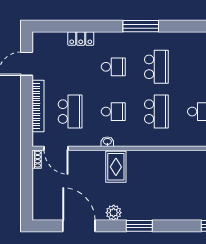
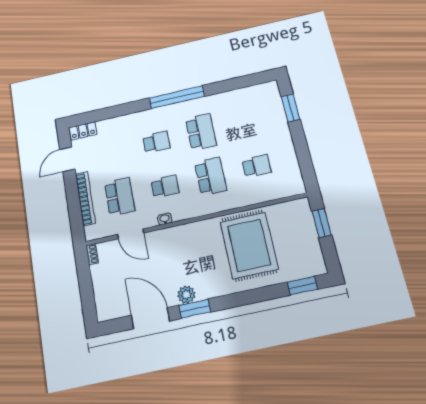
window: (141, 26) -> (177, 97), width x1.46
locker: (81, 39) -> (83, 131), moved
door: (56, 148) -> (131, 234), moved
rug: (116, 167) -> (249, 245), moved, width x1.86, depth x2.06
window: (139, 226) -> (195, 309), moved

